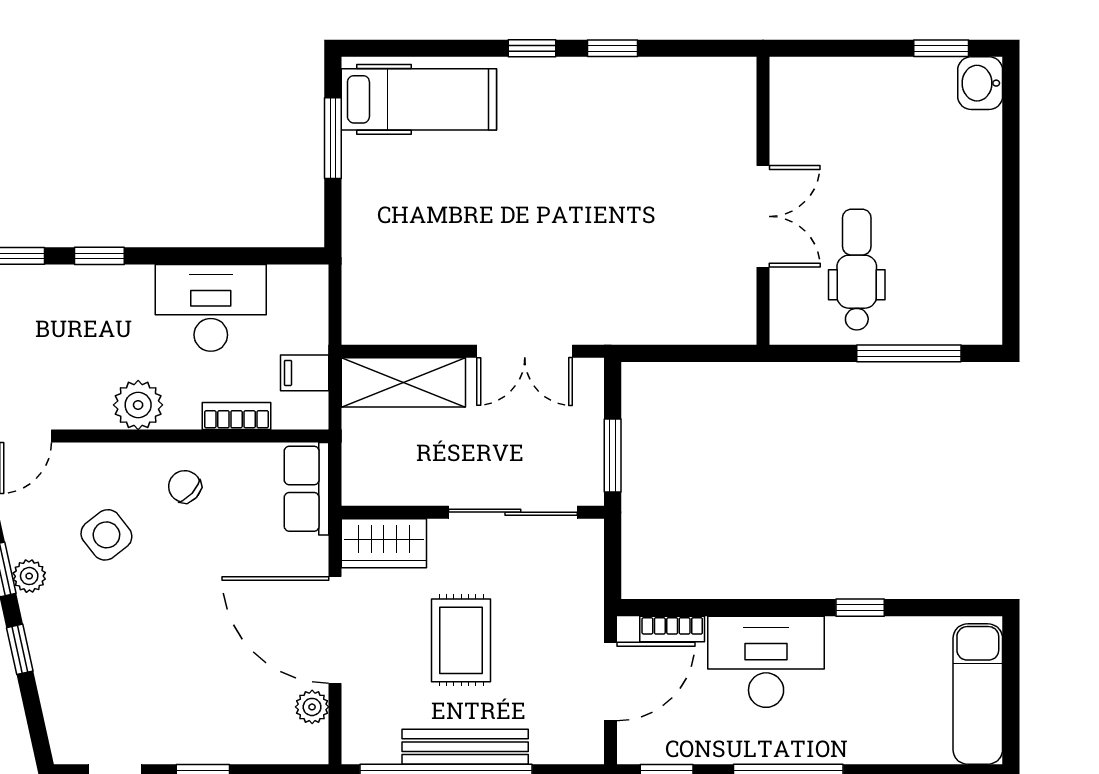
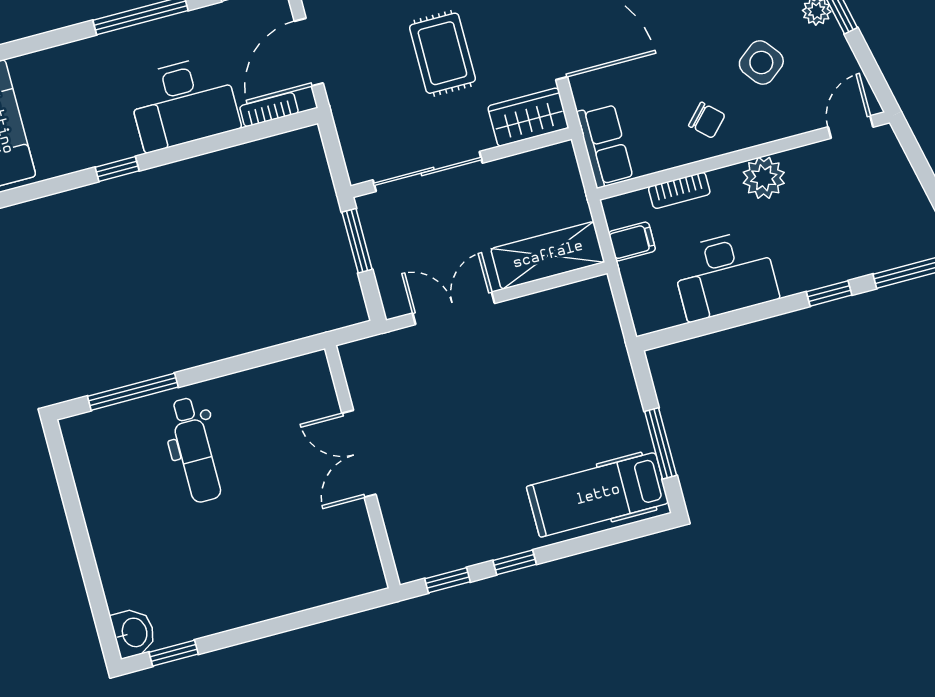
wall: (763, 201) -> (362, 467), moved
double door: (763, 216) -> (359, 454), moved

